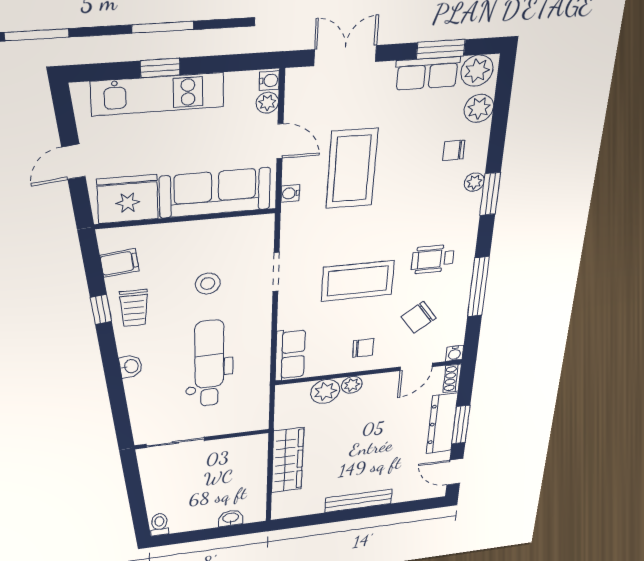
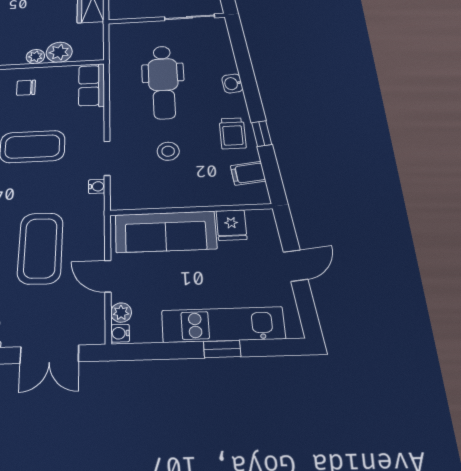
water cooler: (290, 193) -> (97, 186), moved
fridge: (128, 199) -> (231, 225), width x0.53, depth x0.75
trolley: (134, 308) -> (233, 133), turned 180

